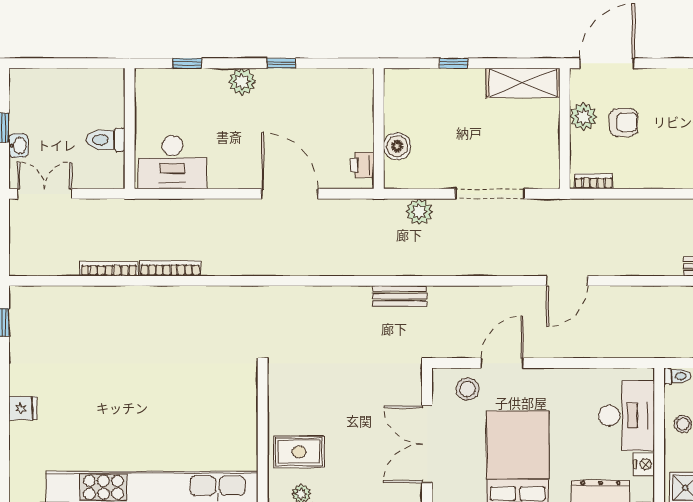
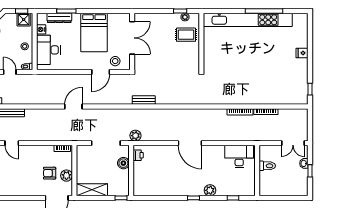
wall: (379, 129) -> (131, 171), moved
boiler: (397, 146) -> (123, 163), moved
printer: (362, 165) -> (138, 155), moved

